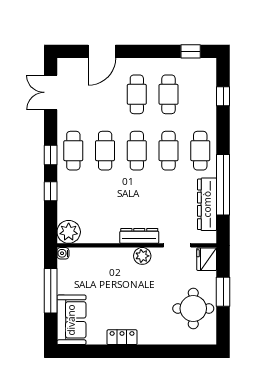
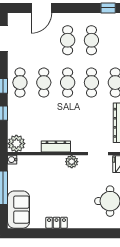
dresser: (139, 236) -> (56, 147), moved

